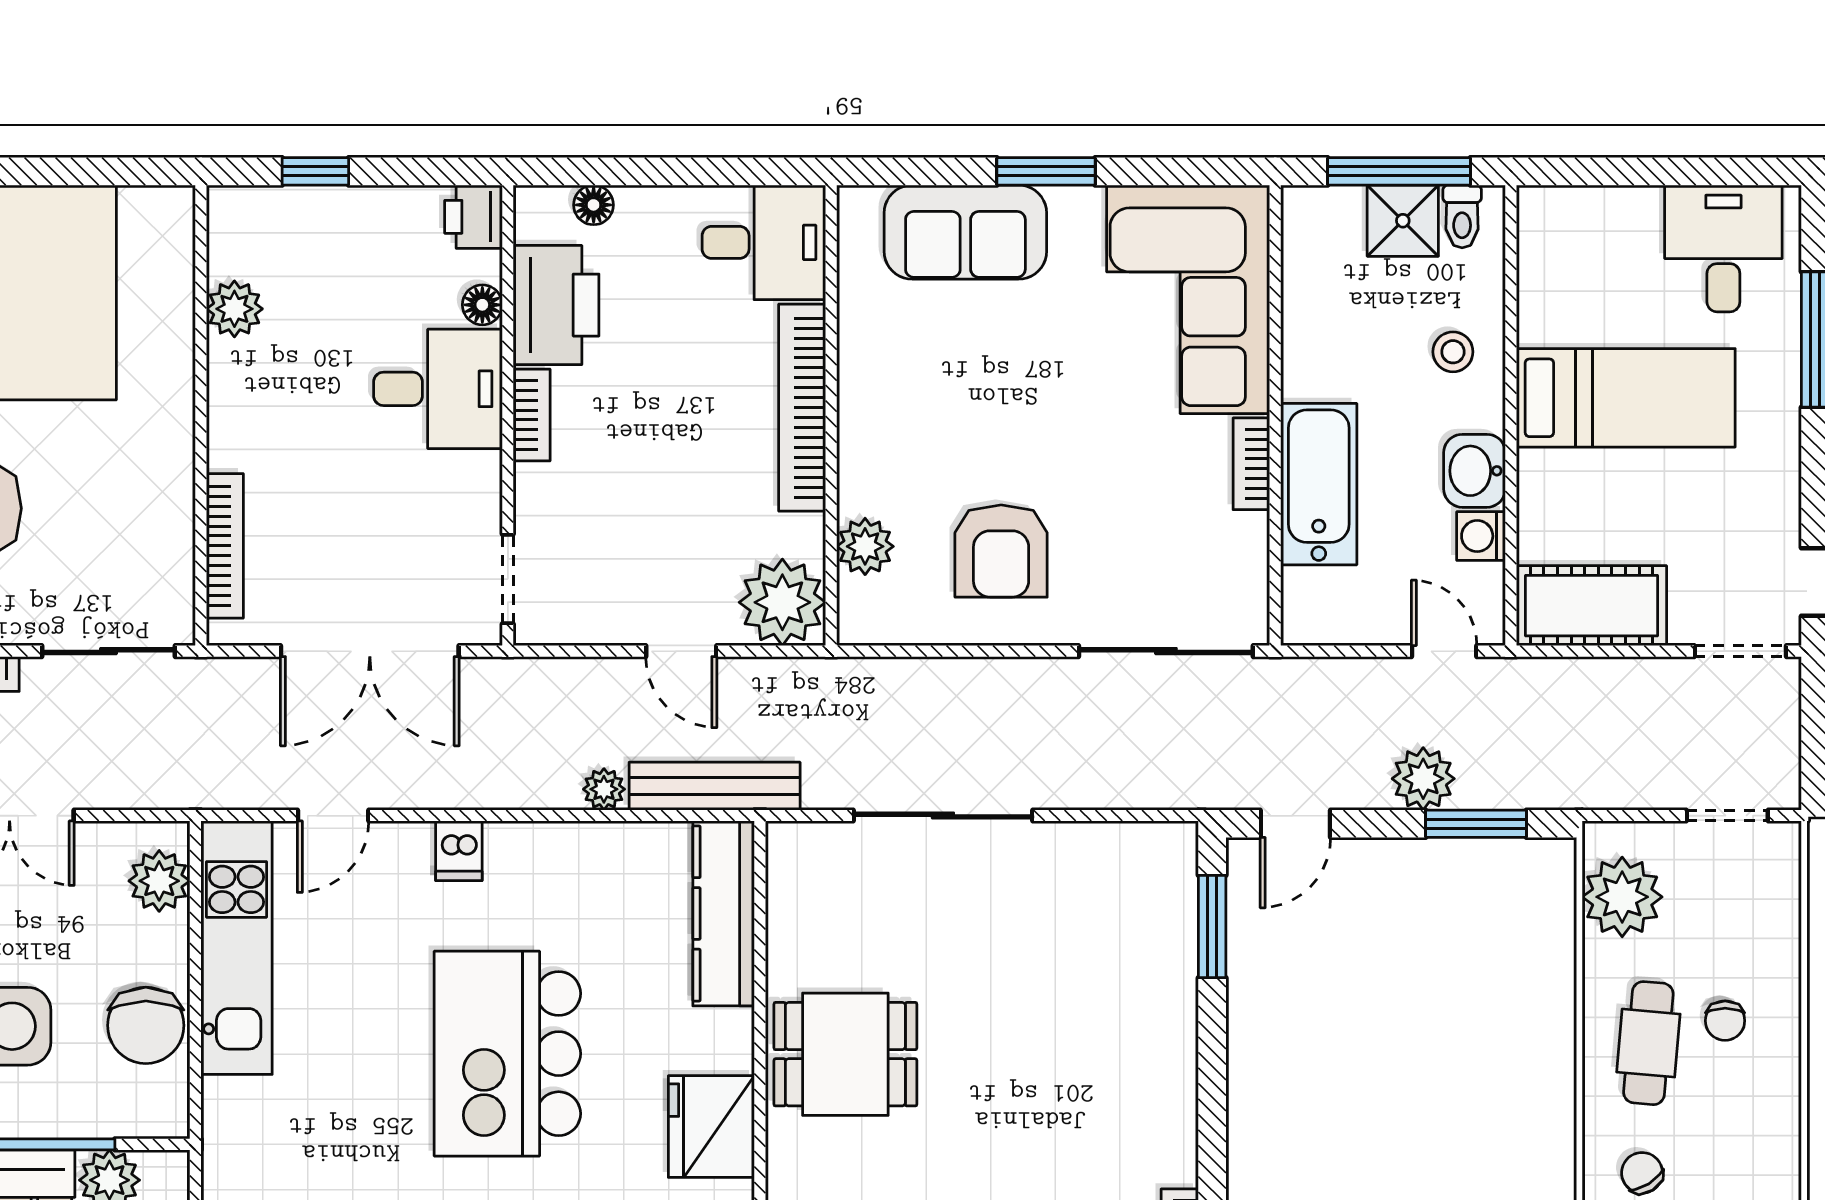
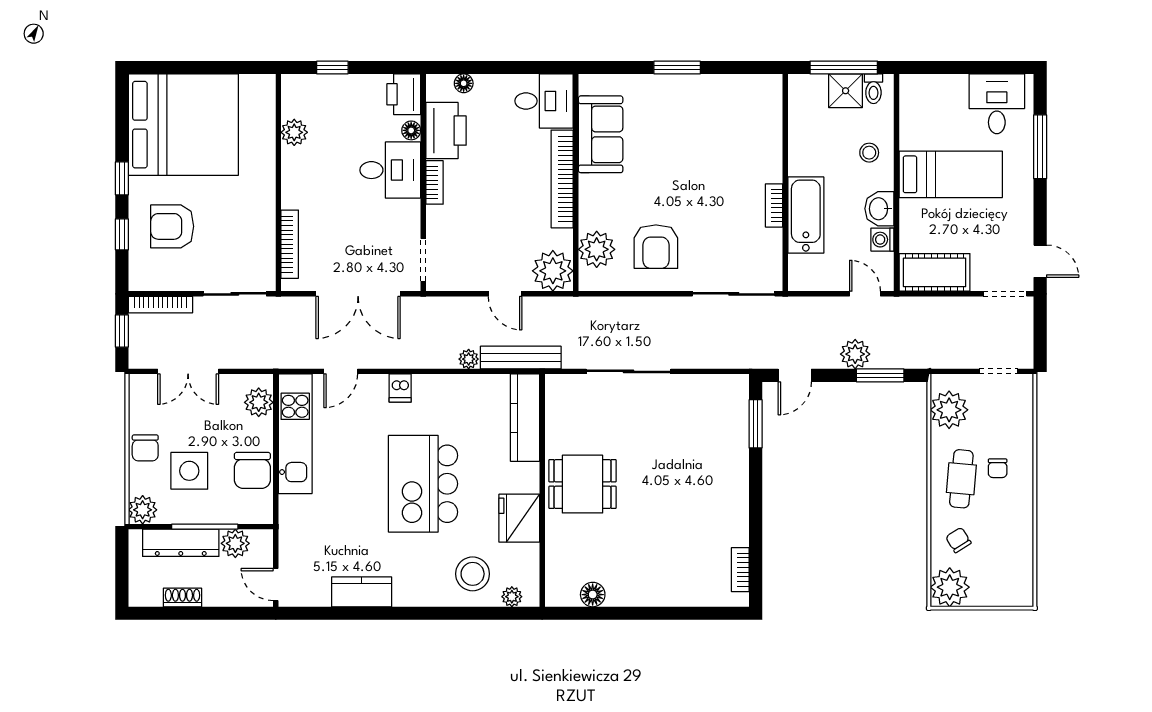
printer: (473, 217) -> (404, 94), width x1.36, depth x1.24
sofa: (965, 232) -> (601, 134), moved, turned -90
corner sofa: (1188, 299) -> (744, 128), removed
plant: (865, 546) -> (597, 249), width x1.36, depth x1.36

